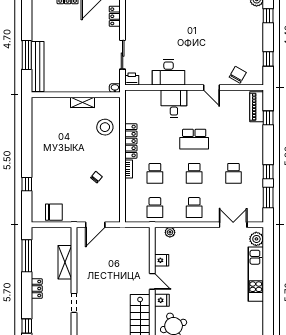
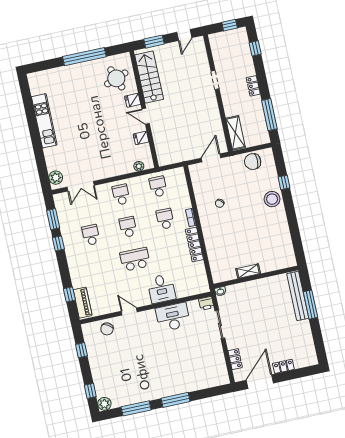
stool: (105, 127) -> (272, 199), moved
shelving: (65, 262) -> (236, 133), moved
kitchen unit: (256, 274) -> (44, 121), moved

